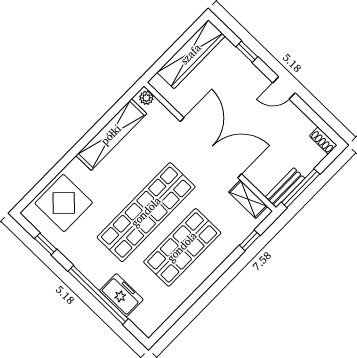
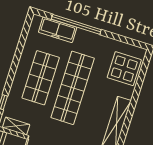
window: (46, 244) -> (123, 39), removed
freezer: (121, 295) -> (58, 30), width x1.40

